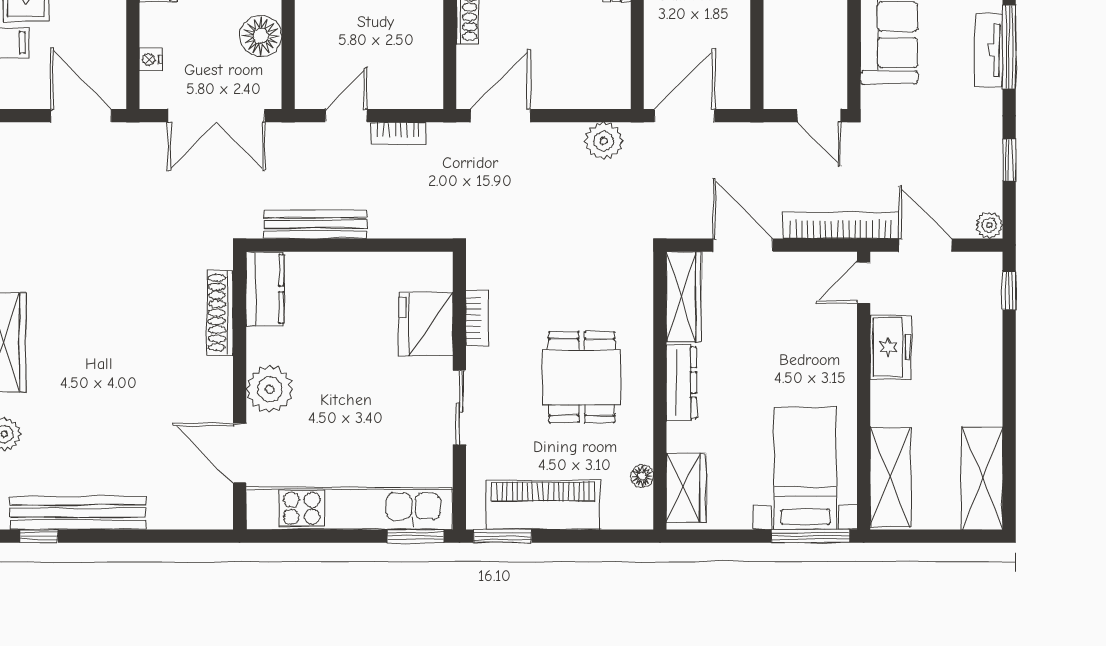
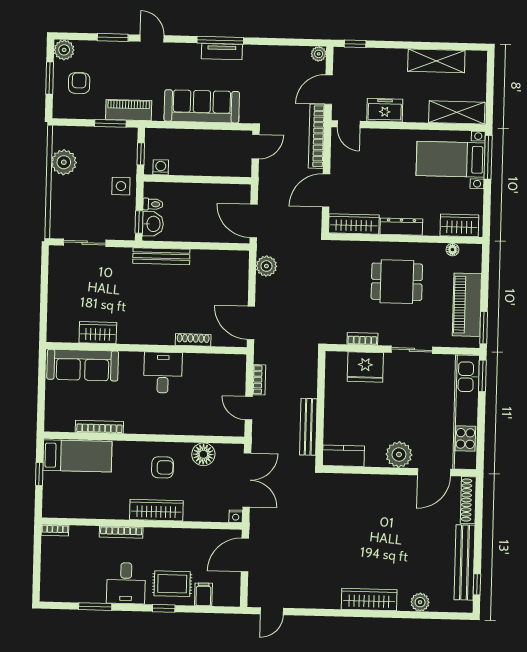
nightstand: (151, 59) -> (236, 516), moved
window: (1009, 160) -> (283, 42), removed
shoe rack: (220, 313) -> (468, 500), moved, turned 90
shelving: (982, 478) -> (436, 61), moved

